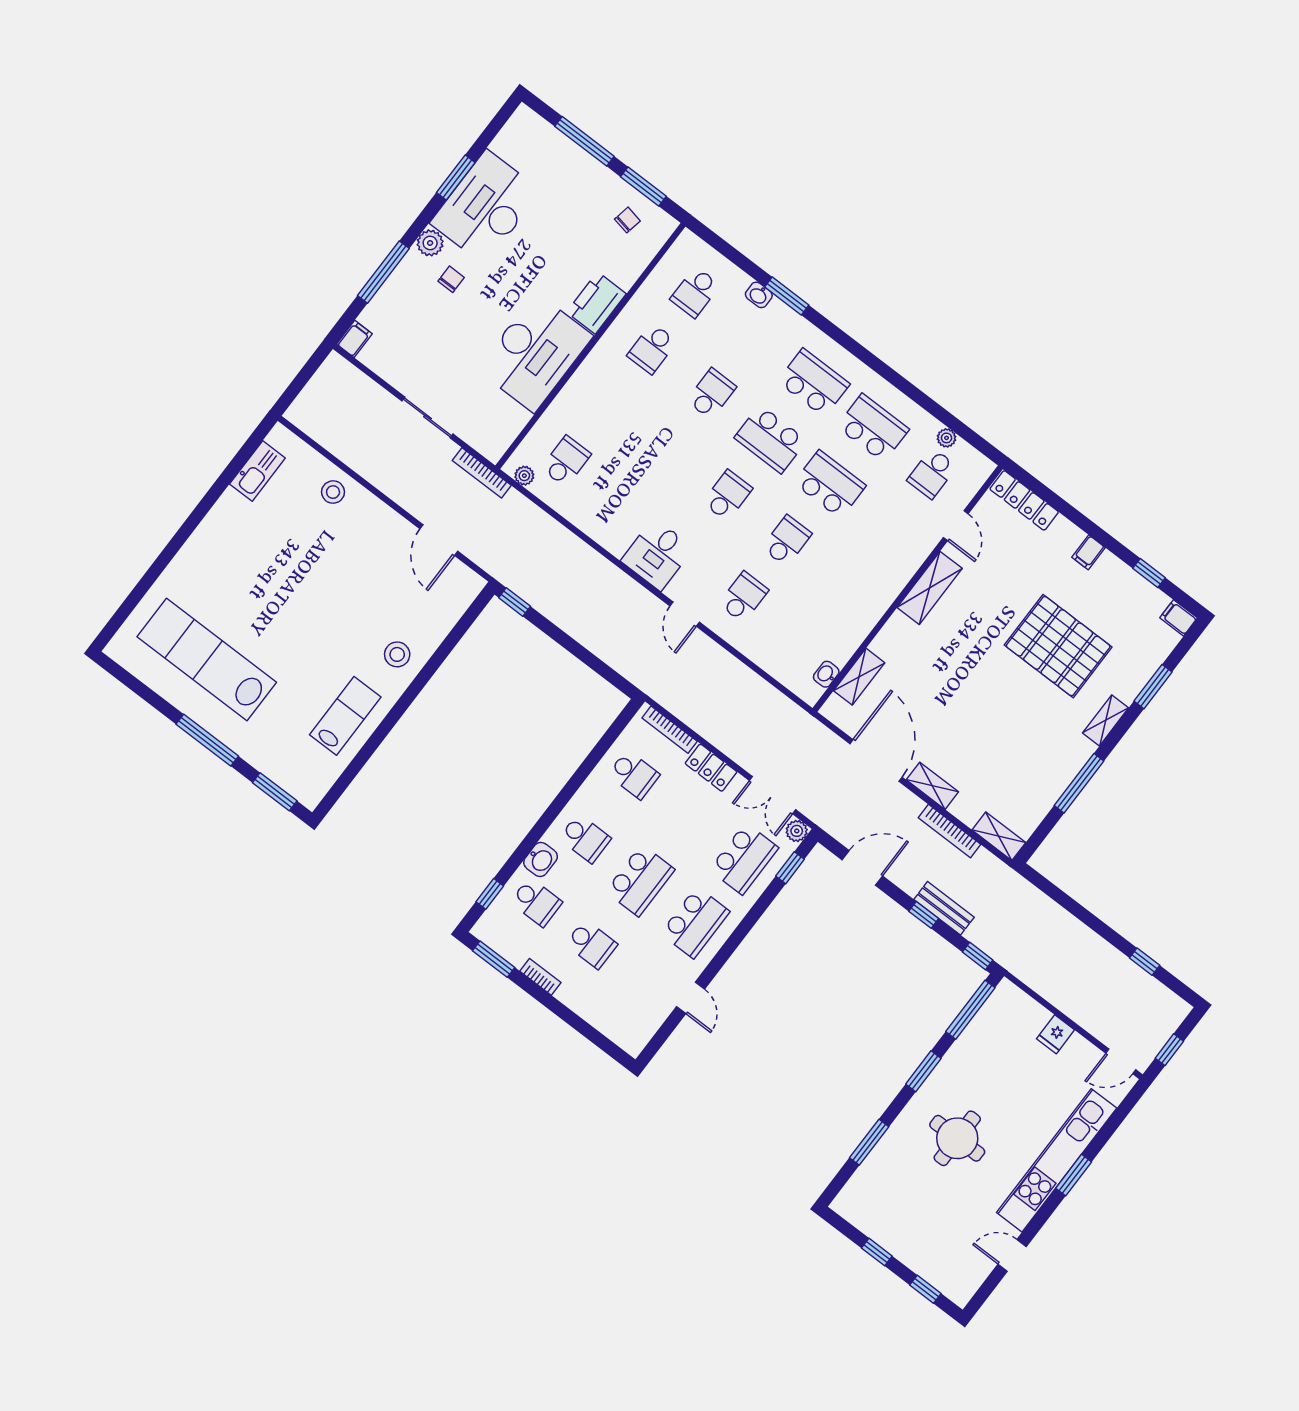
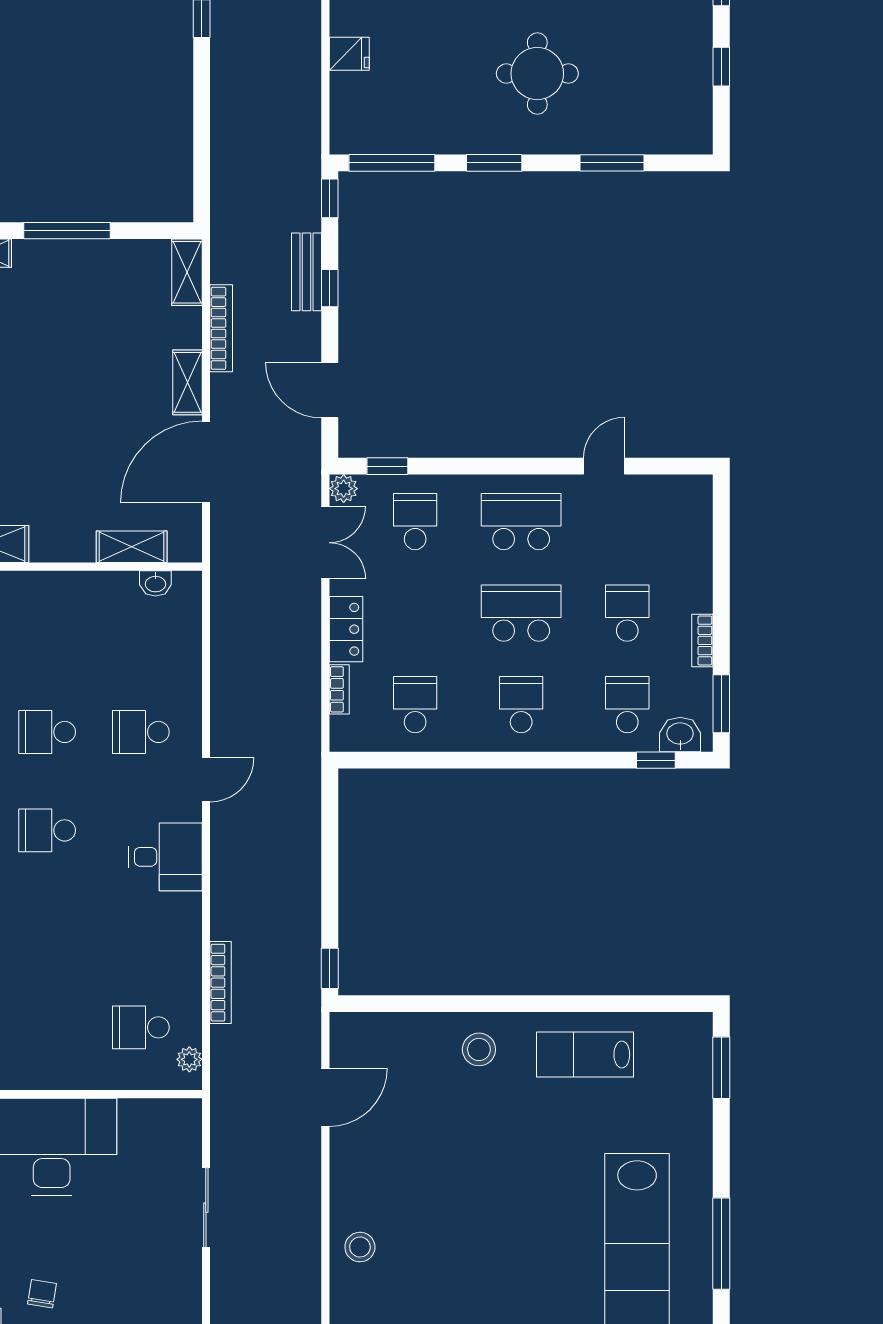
chair: (451, 279) -> (42, 1294), turned 99
bookcase: (482, 473) -> (220, 983), moved
bookcase: (670, 730) -> (339, 689), width x0.64
window: (207, 740) -> (721, 1244), moved
washbasin: (541, 859) -> (680, 734), moved
school desk: (744, 859) -> (415, 522), width x0.54

